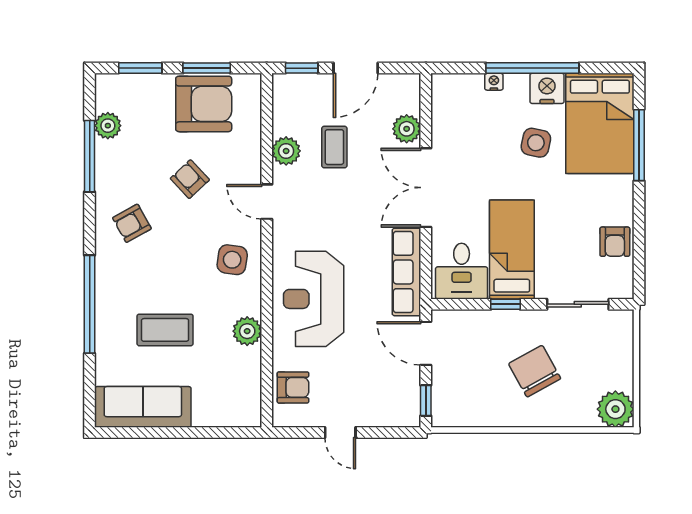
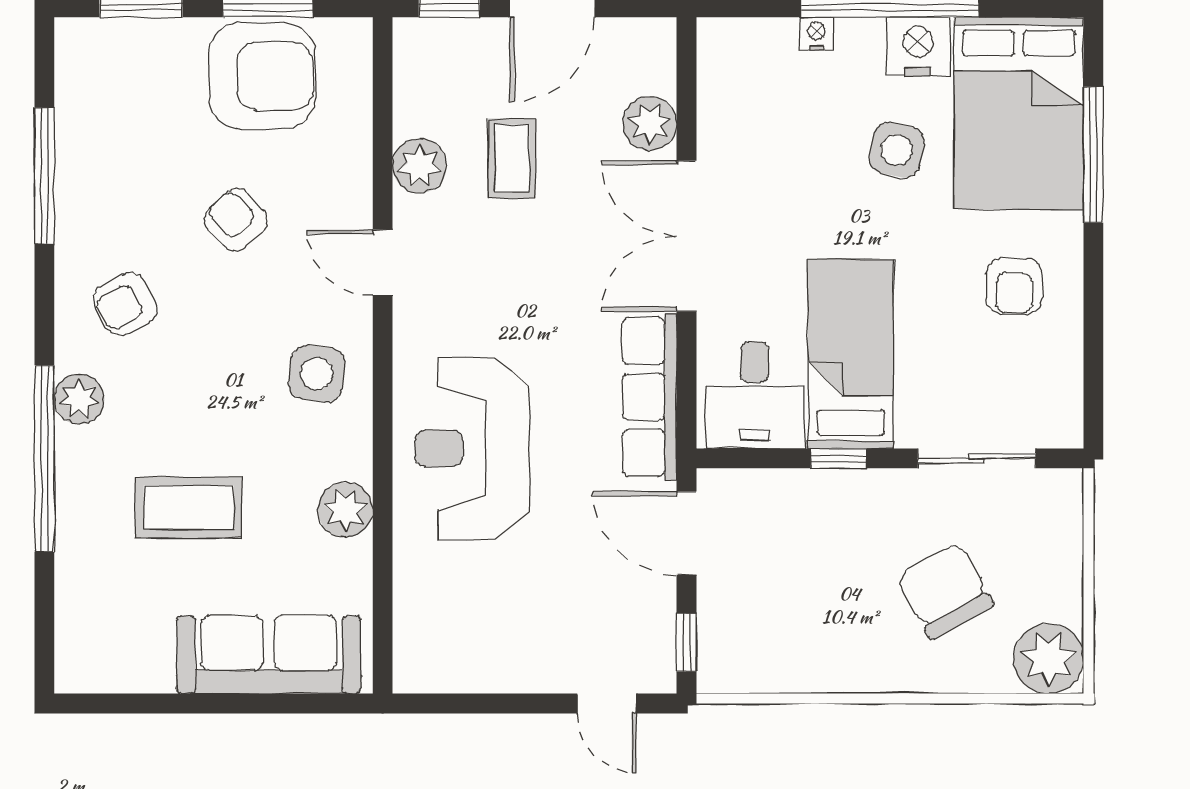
plant: (108, 126) -> (79, 399), moved
armchair: (615, 242) -> (1014, 286), moved
chair: (535, 371) -> (945, 591), moved
armchair: (293, 387) -> (433, 617), removed
sofa: (143, 407) -> (269, 655), moved
door: (340, 433) -> (607, 703), moved

